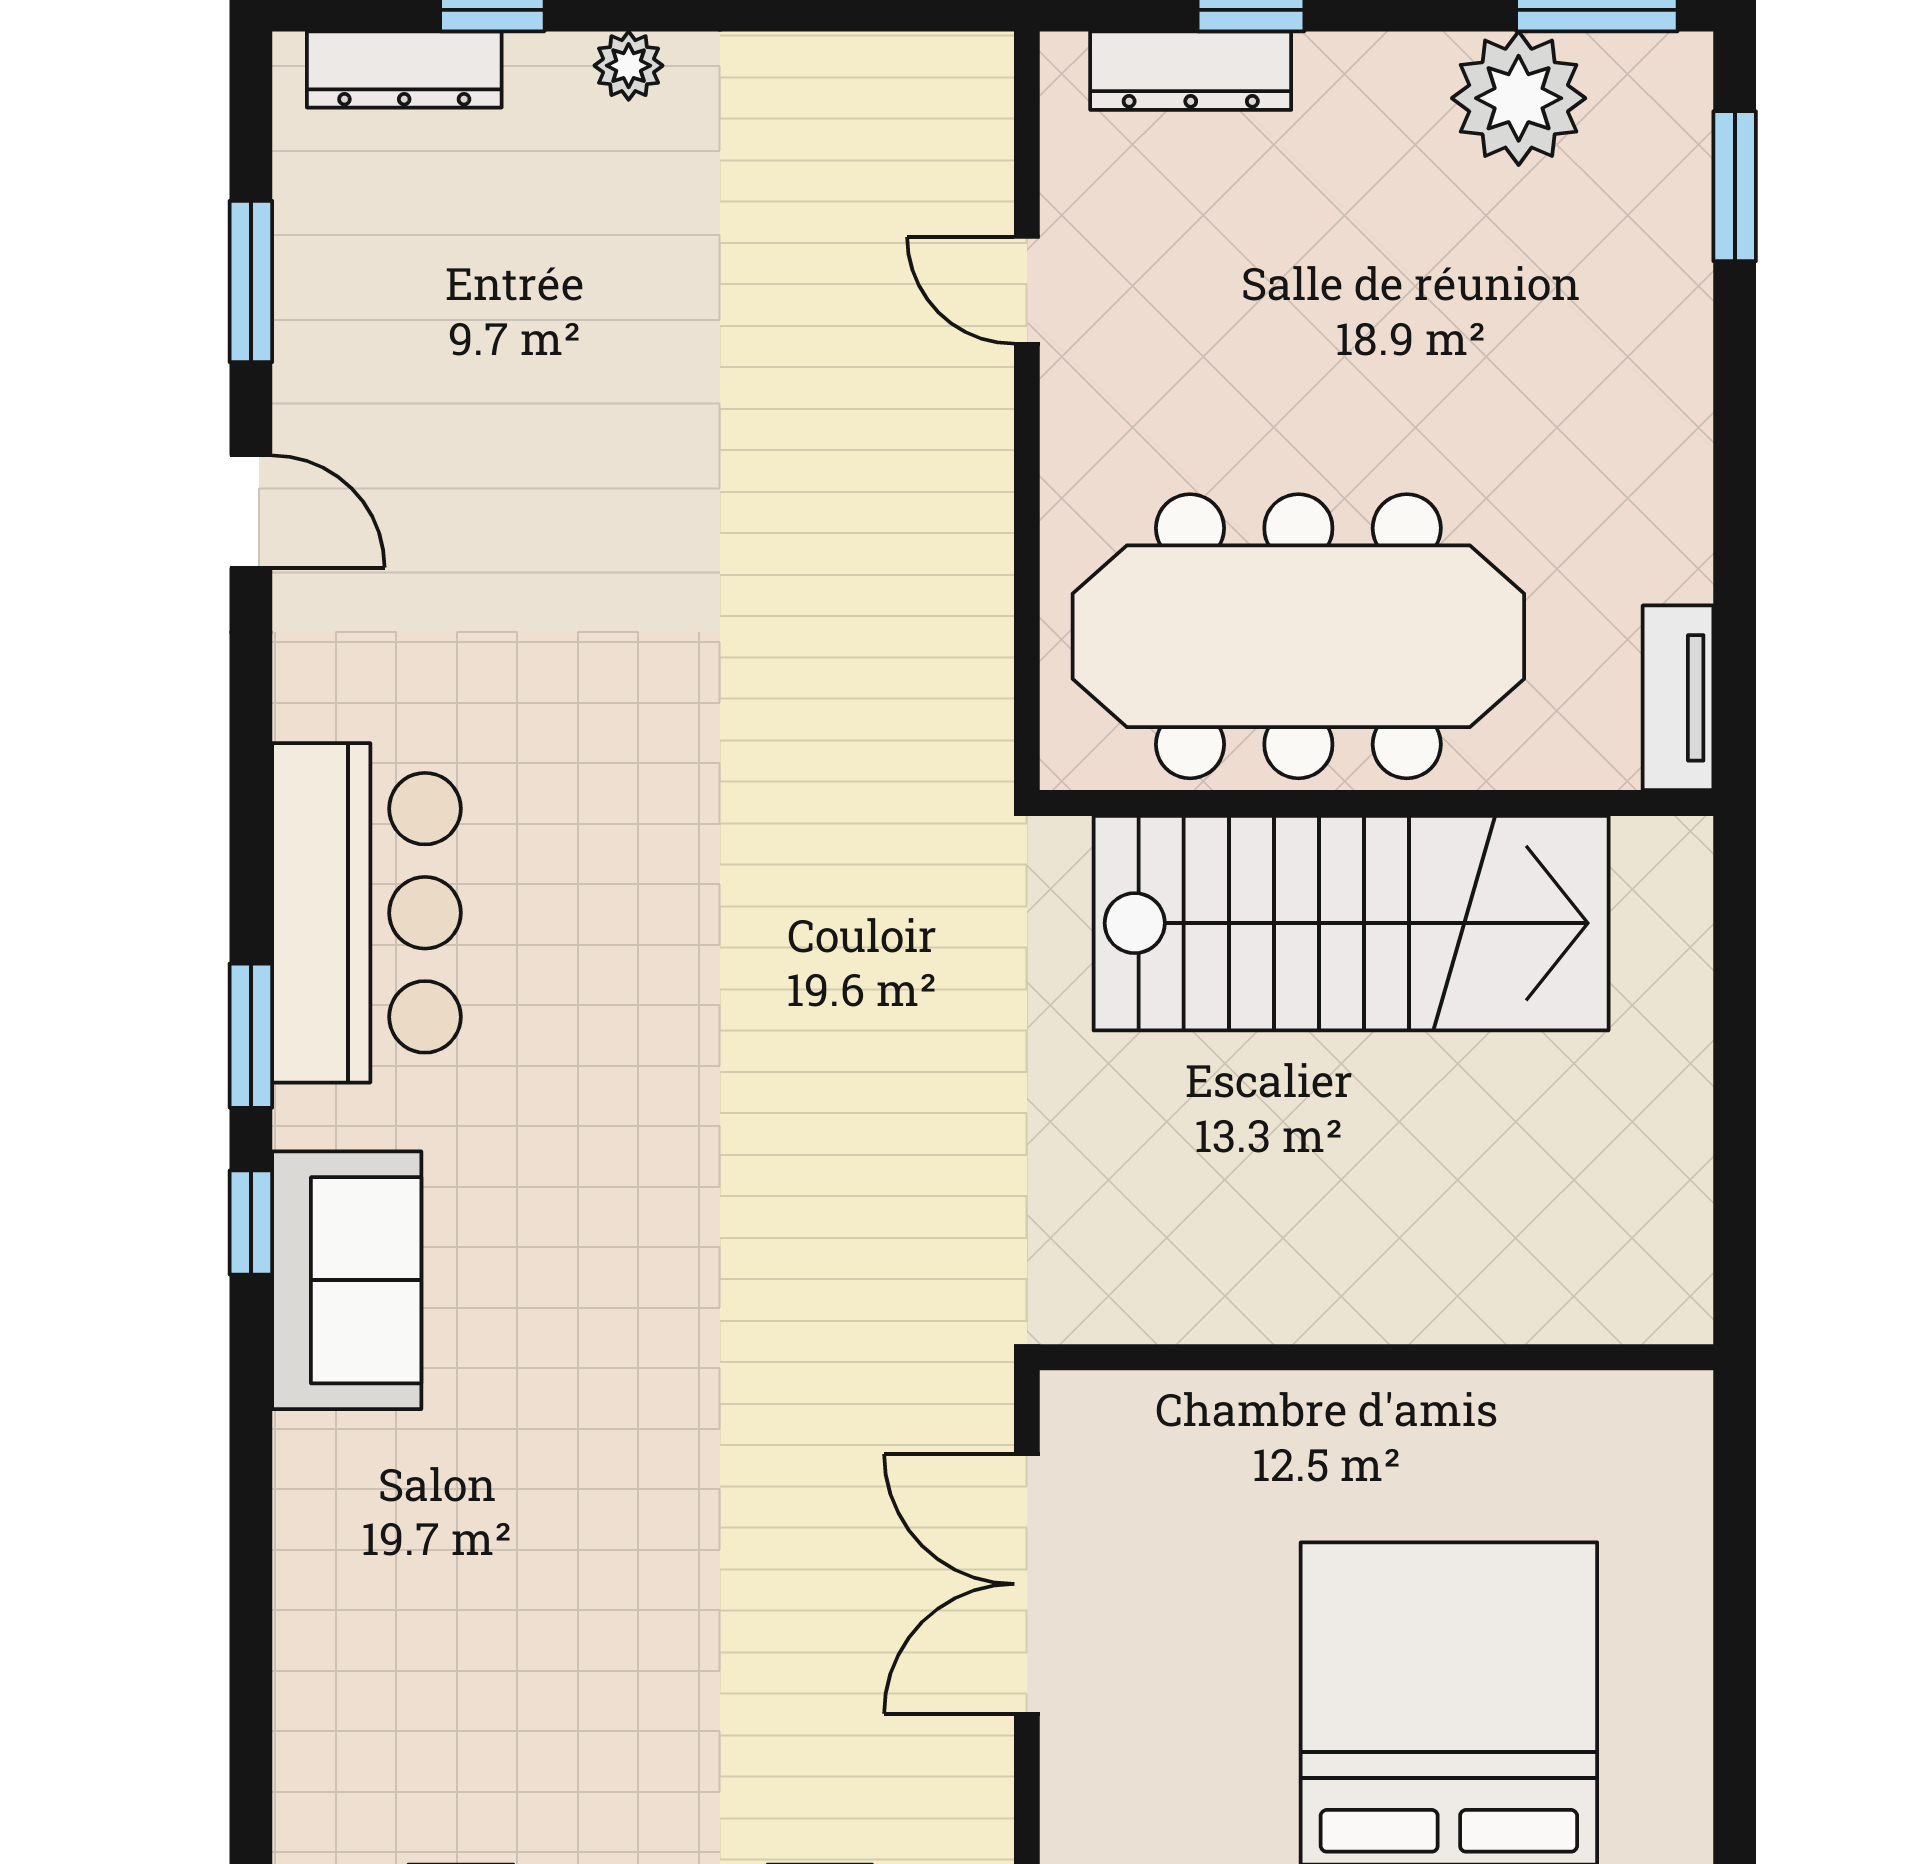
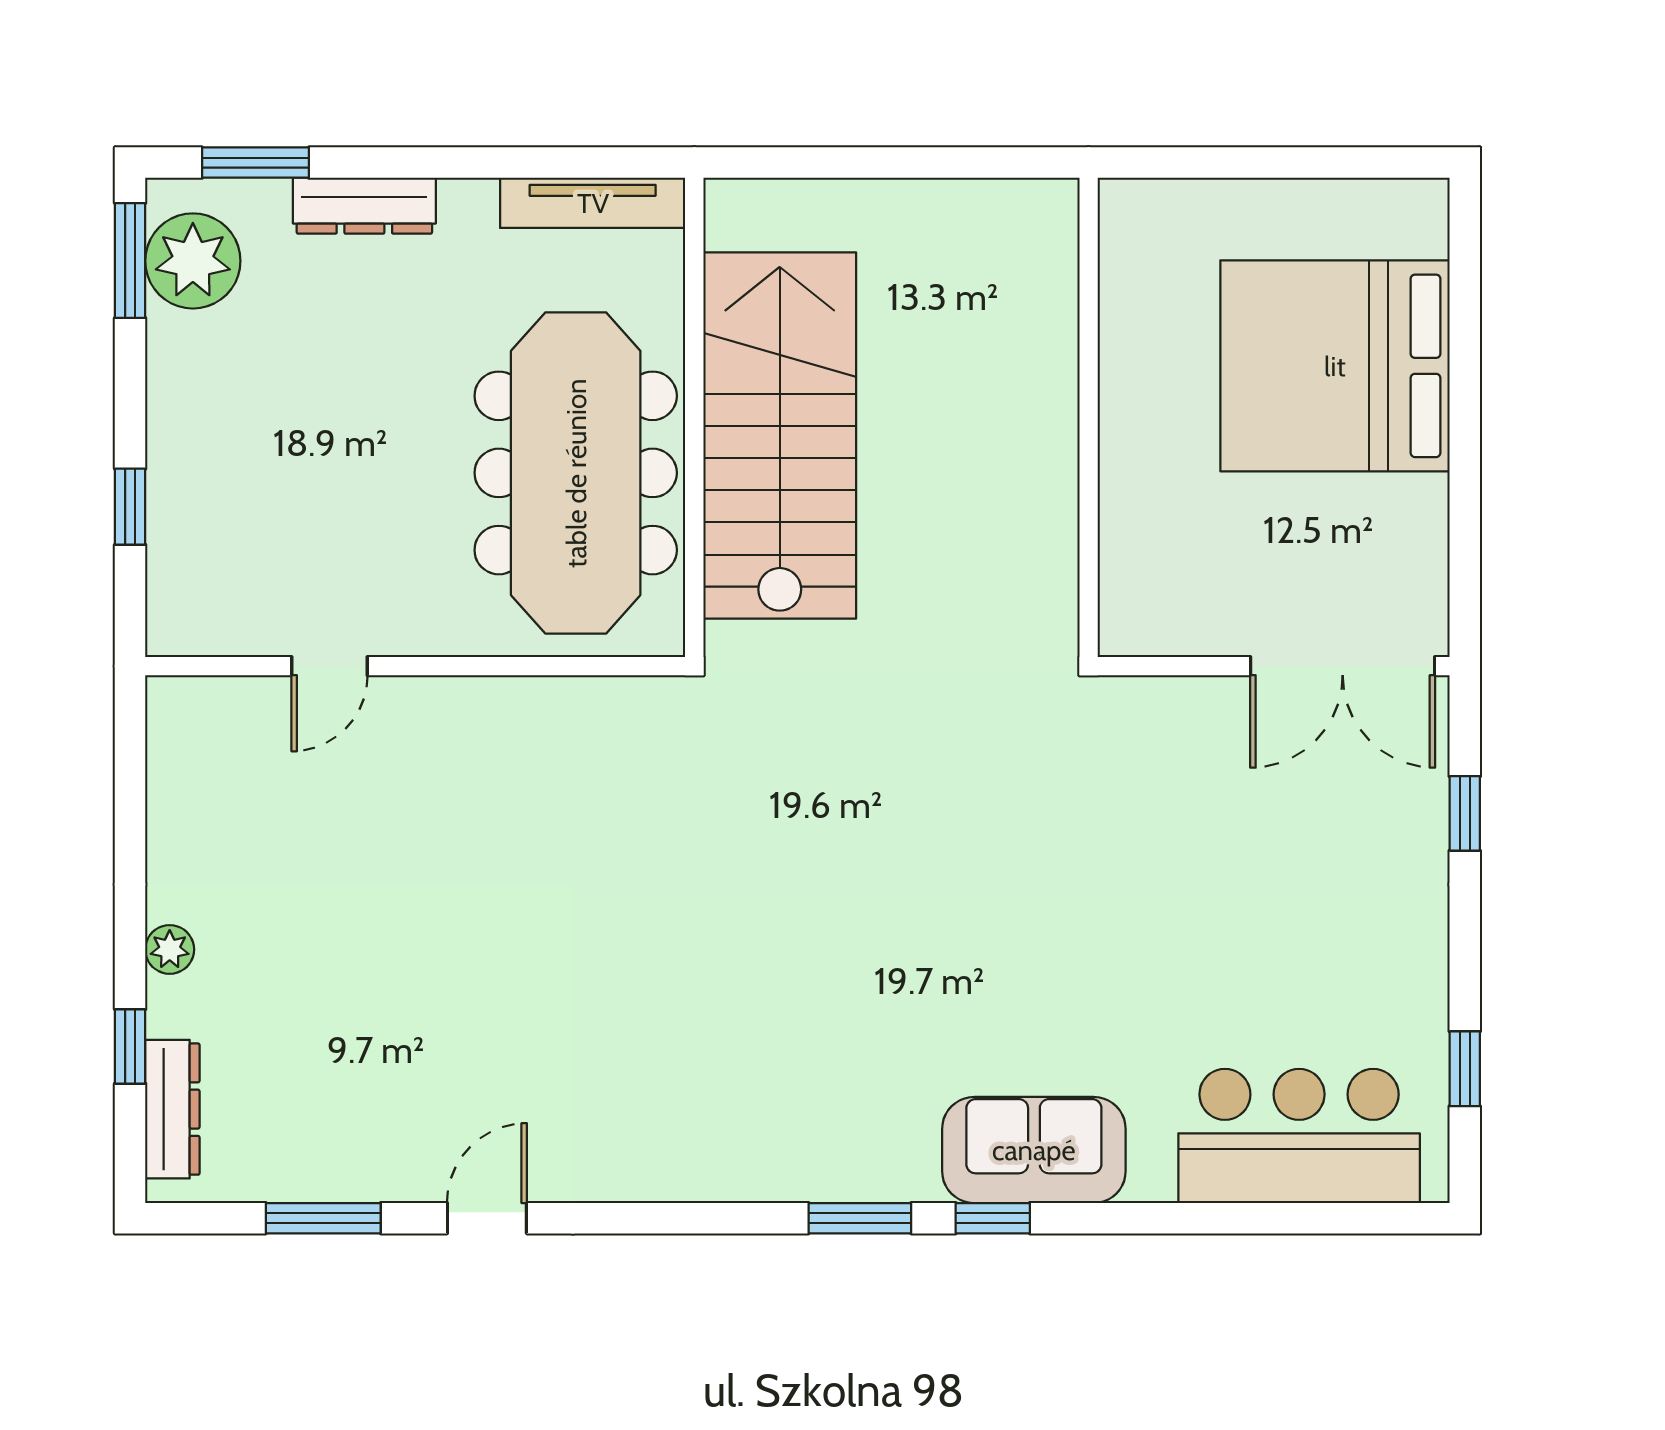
dresser: (1191, 71) -> (364, 206), moved, turned 90
plant: (1519, 98) -> (193, 261), moved
tv unit: (1678, 698) -> (593, 203), width x1.41
bar counter: (367, 913) -> (1299, 1136), moved
double door: (1027, 1584) -> (1343, 666), moved

